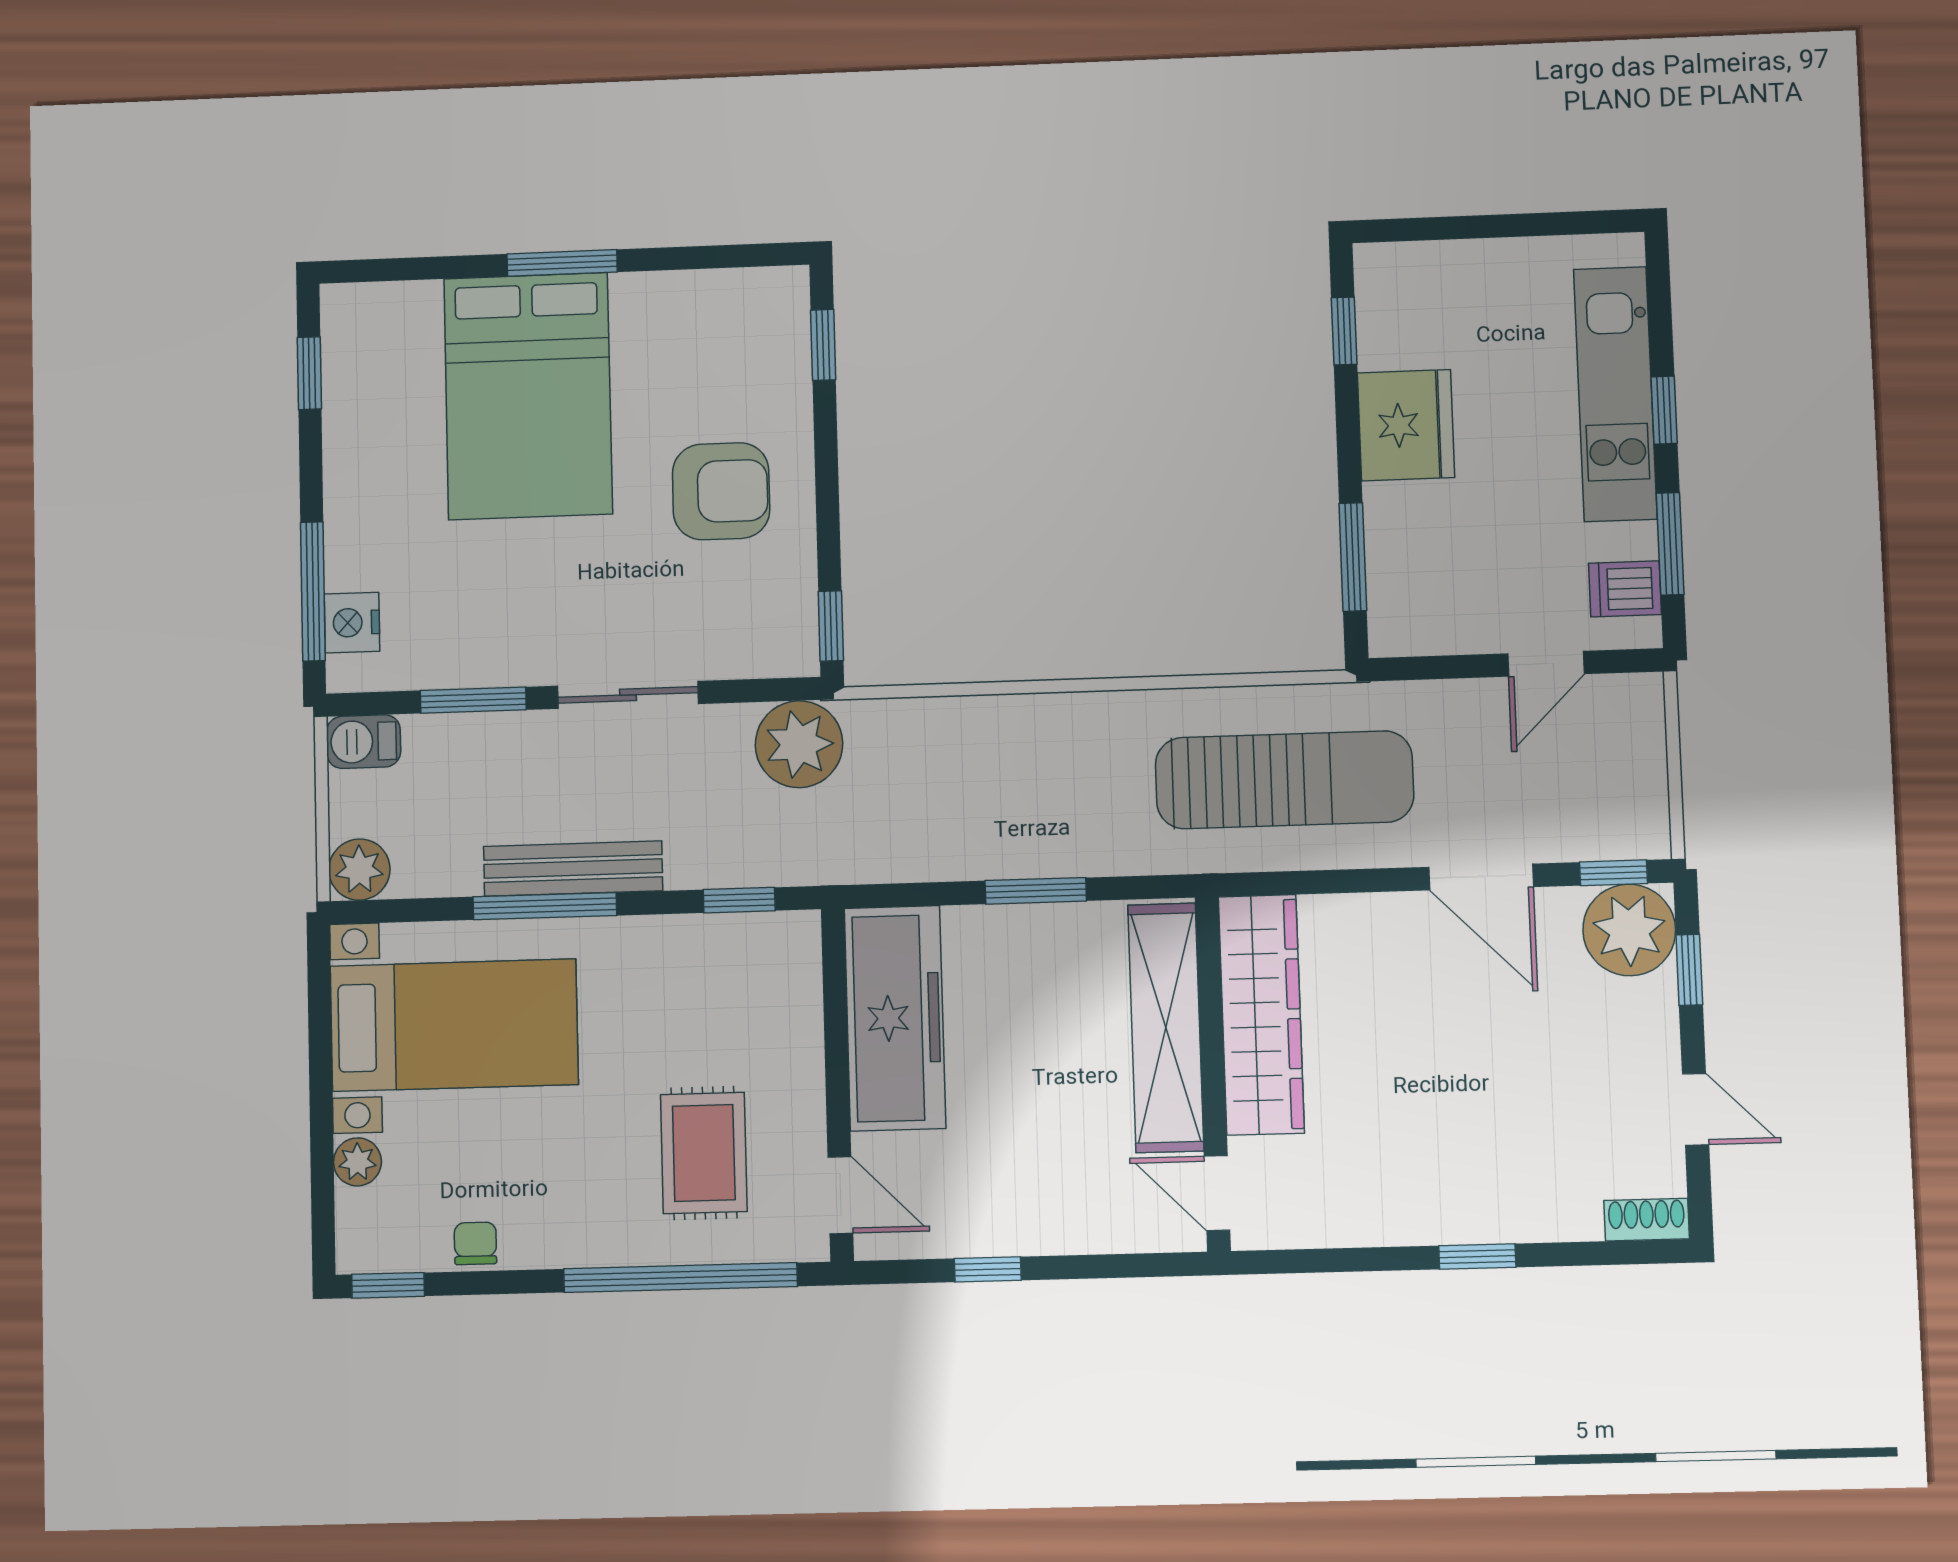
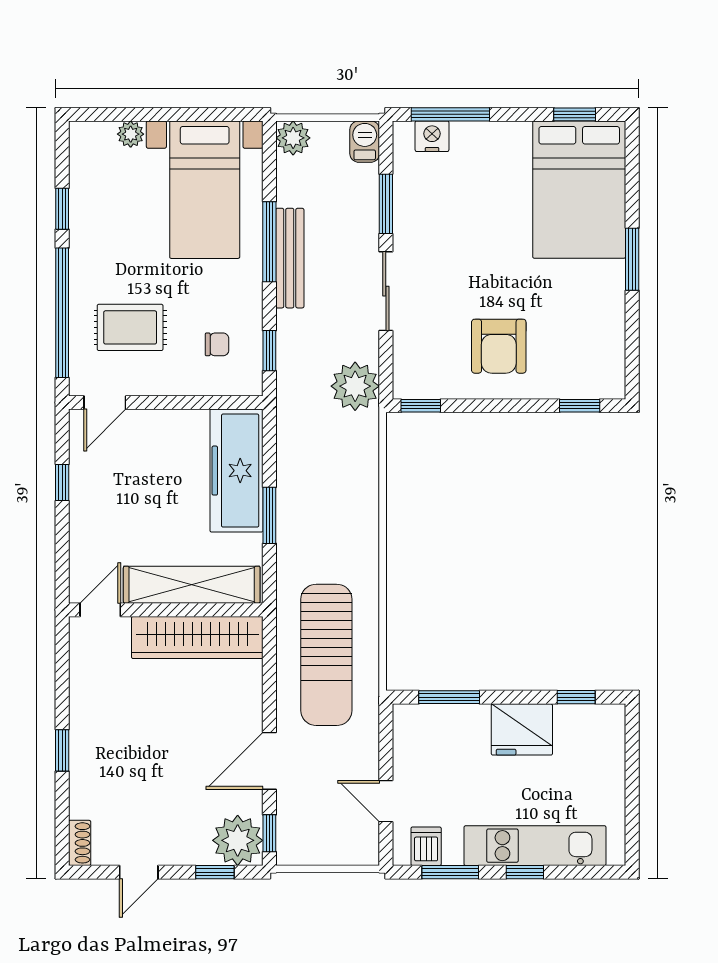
bed: (528, 396) -> (579, 190), moved, turned -90
freezer: (895, 1018) -> (236, 471), moved, turned 90
chair: (475, 1243) -> (217, 344), moved
window: (388, 1285) -> (62, 209), moved

